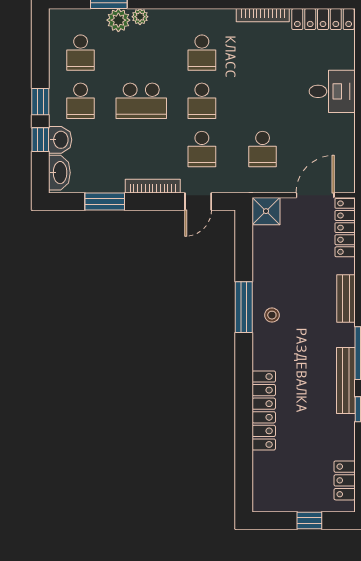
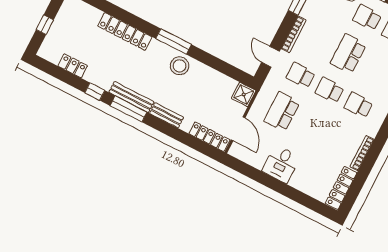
desk: (332, 91) -> (281, 164), moved
school desk: (263, 149) -> (282, 112), width x1.85
window: (244, 307) -> (174, 41), moved
stool: (272, 315) -> (180, 66), width x1.89, depth x1.89
bench: (346, 381) -> (131, 97), moved
locker: (345, 480) -> (73, 66), moved

